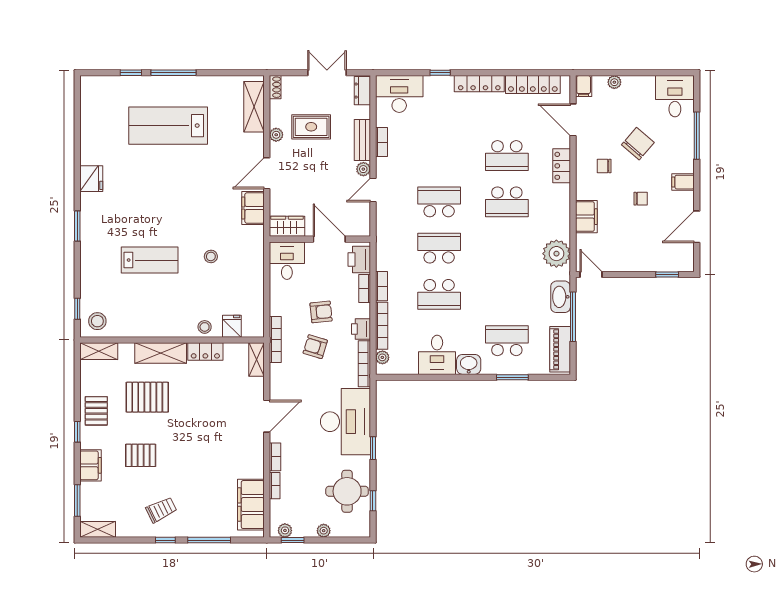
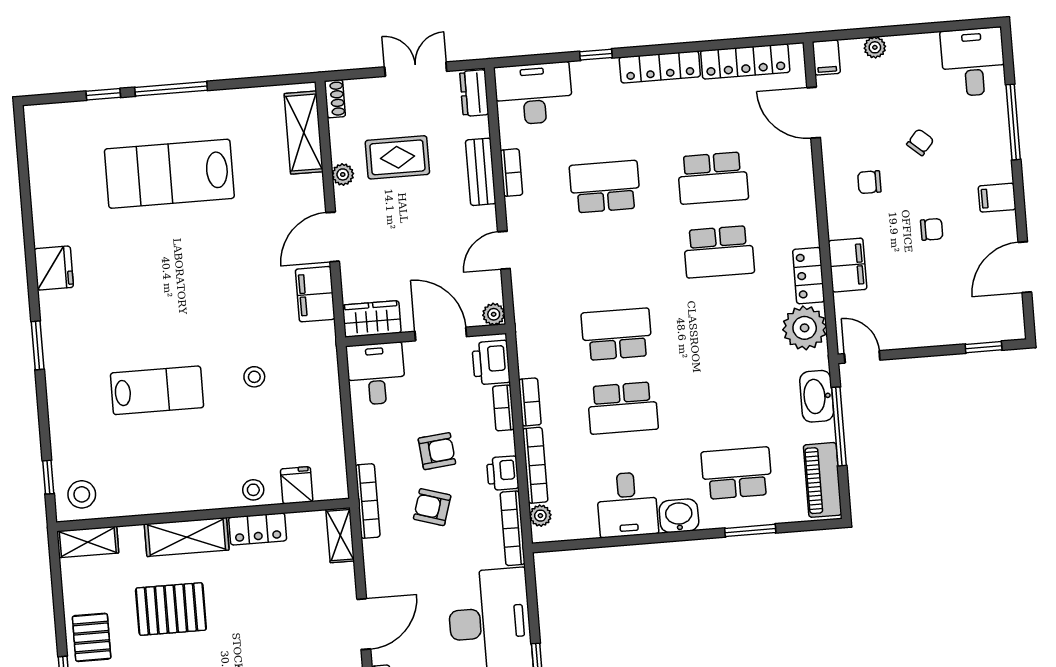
chair: (638, 144) -> (920, 142), width x0.54, depth x0.54
locker: (562, 166) -> (809, 276), moved
plant: (363, 169) -> (494, 314), moved
school desk: (439, 202) -> (605, 187), moved

